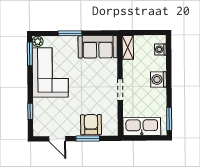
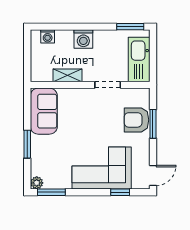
shelving: (128, 47) -> (67, 75), moved
corner sofa: (50, 73) -> (102, 168), moved
doorway: (120, 90) -> (108, 85), moved
door: (57, 139) -> (153, 175), moved

